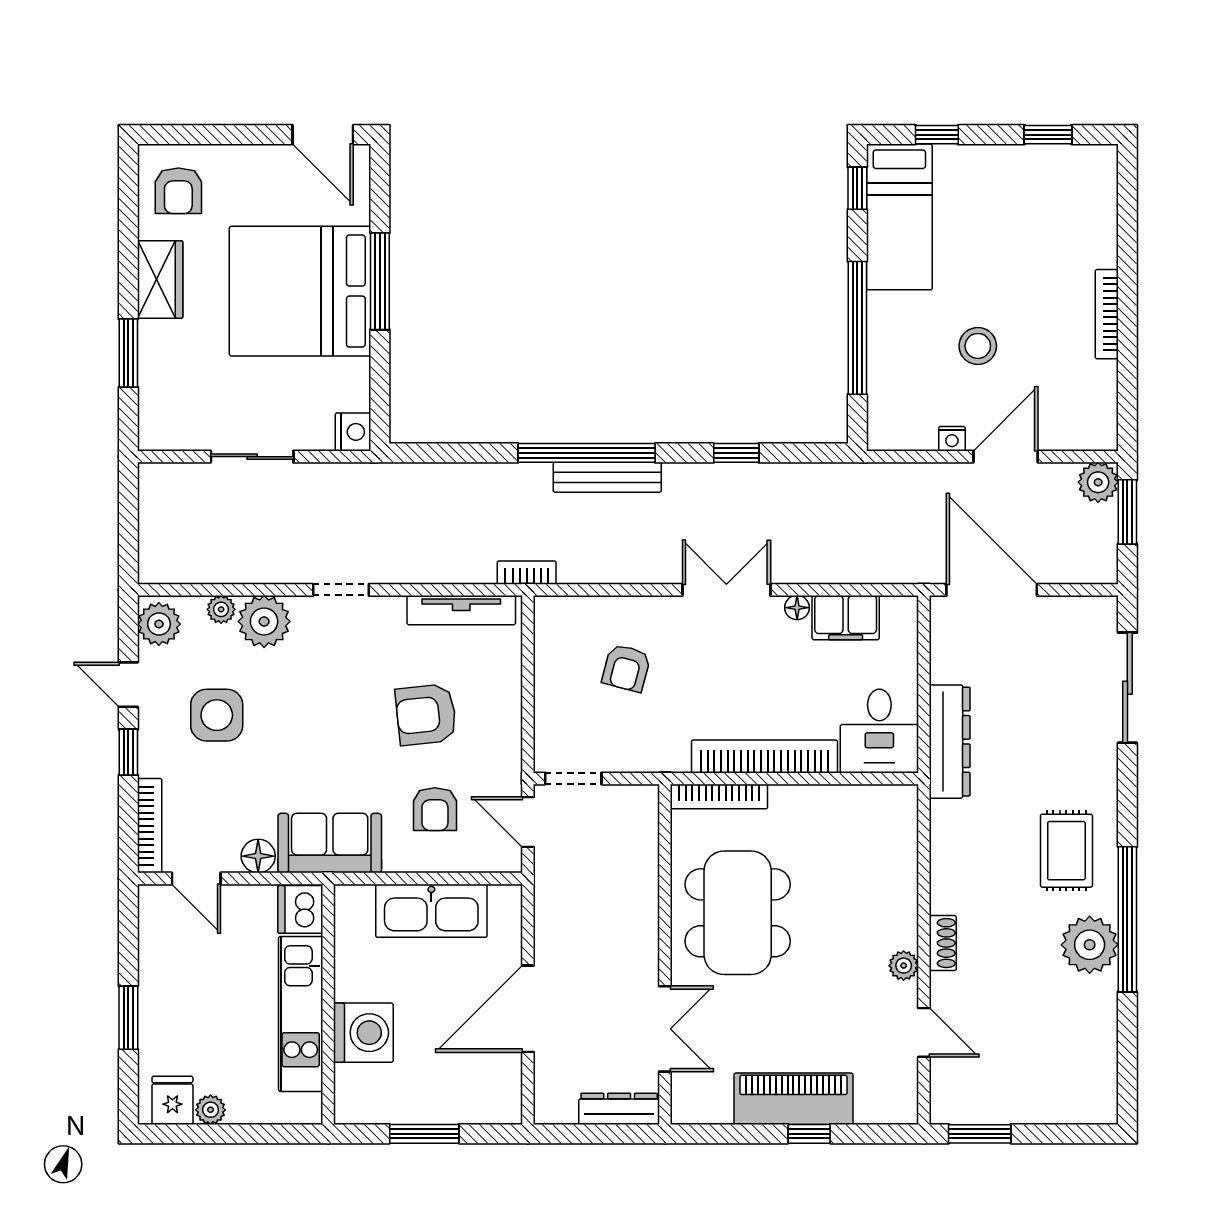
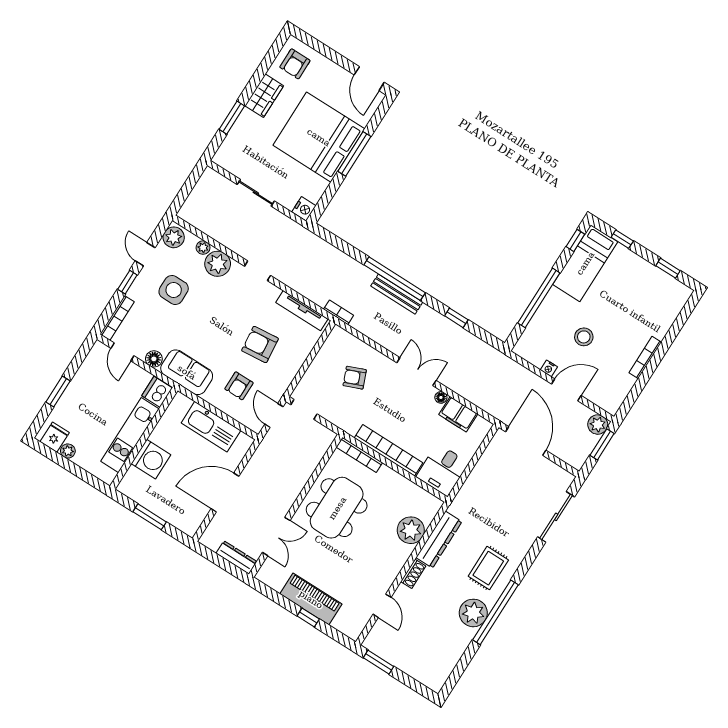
armchair: (626, 668) -> (355, 378), turned 53
dresser: (950, 742) -> (439, 540), moved
plant: (904, 966) -> (411, 530), moved, width x1.87, depth x1.87

